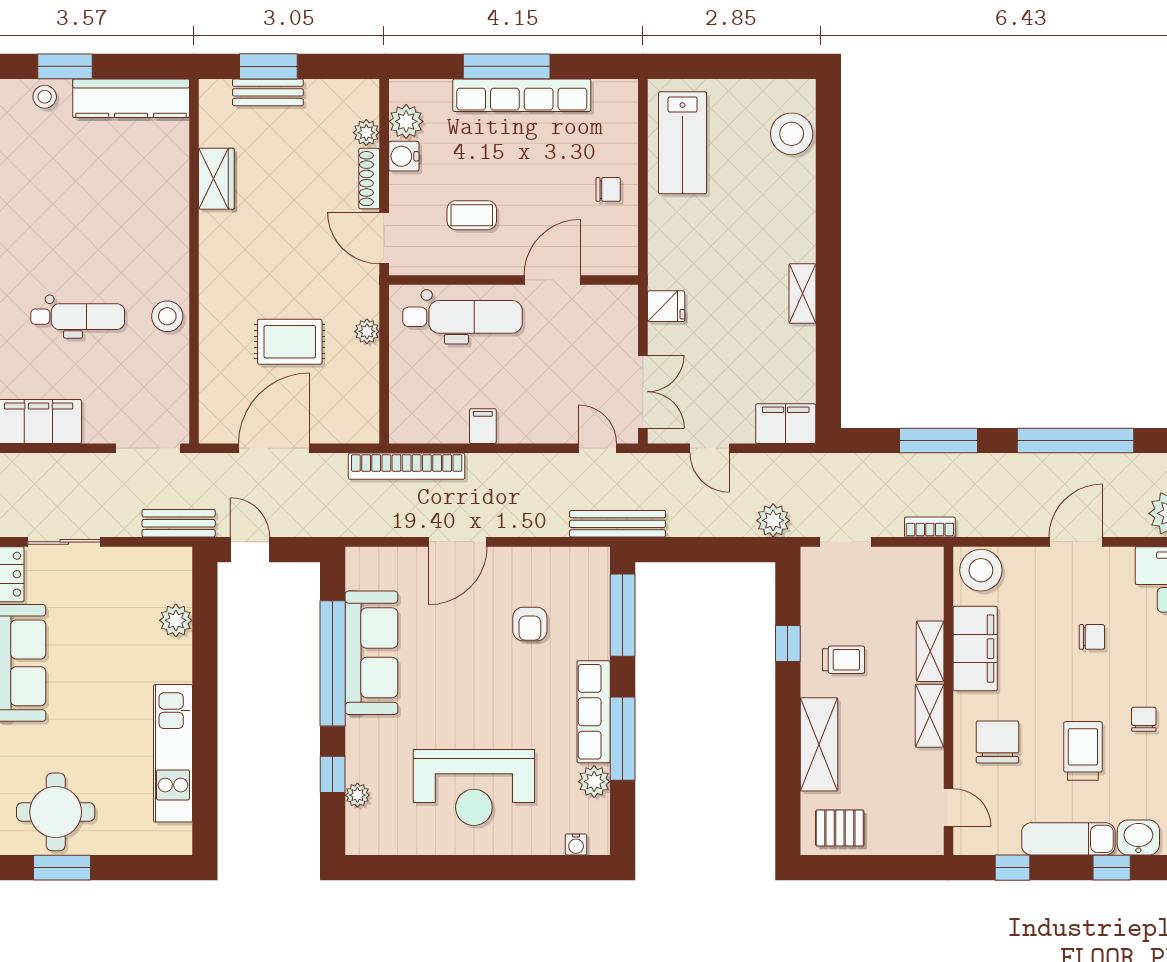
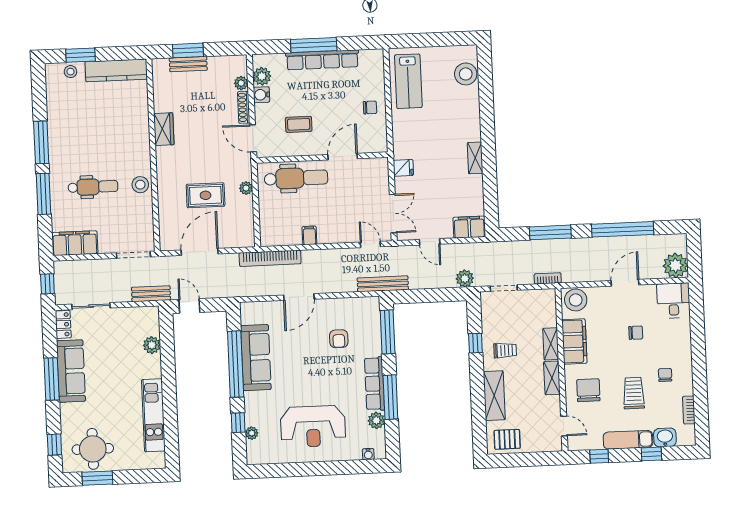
wardrobe: (216, 179) -> (164, 129), moved

